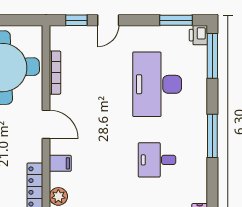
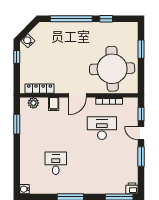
window: (176, 20) -> (141, 156), moved
desk: (157, 84) -> (102, 128), moved, width x0.73, depth x0.77

